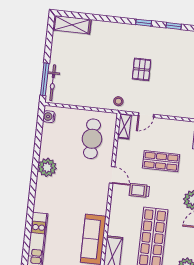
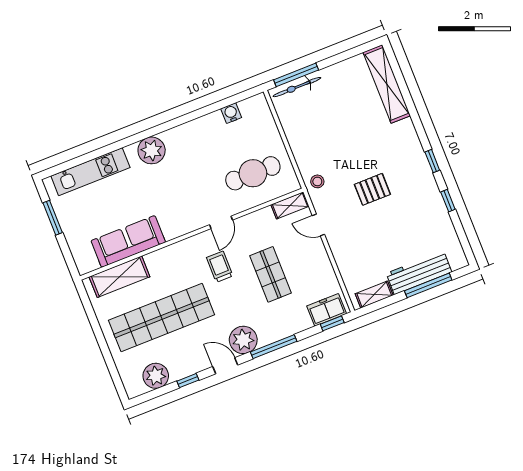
shelving: (72, 25) -> (387, 84), width x1.47
water cooler: (49, 117) -> (231, 113), moved
plant: (47, 167) -> (152, 150), moved

